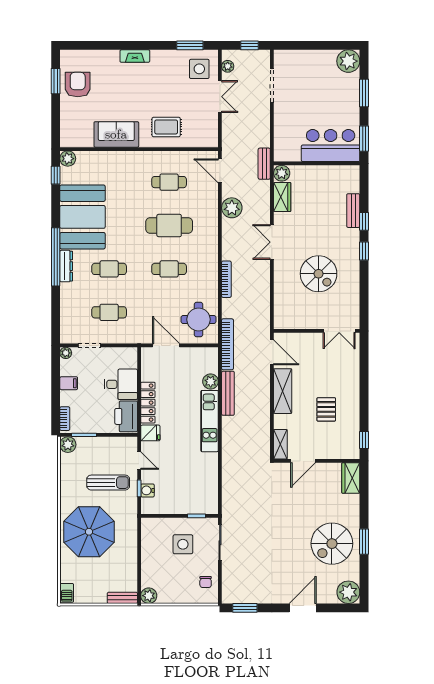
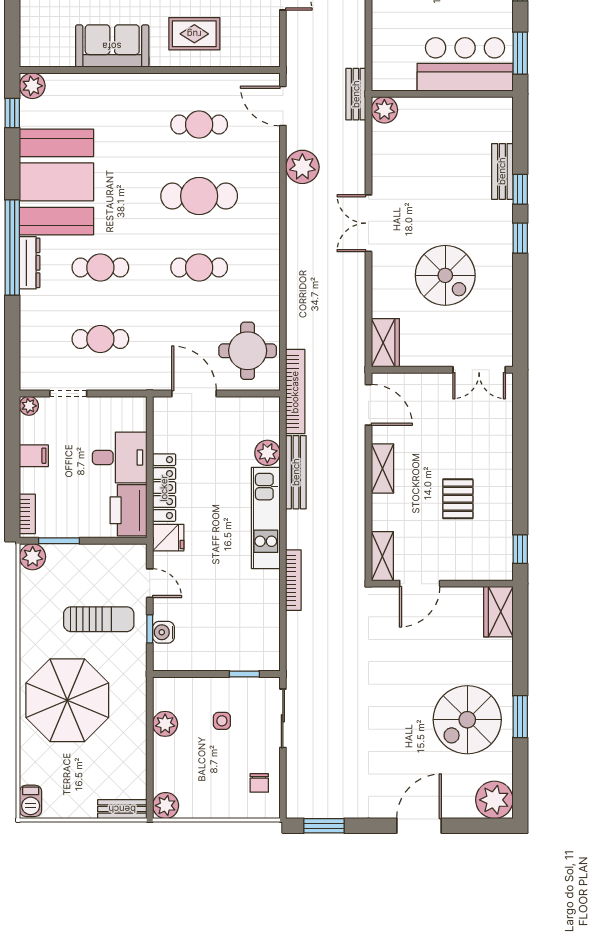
wardrobe: (282, 197) -> (385, 343), moved
bookcase: (226, 279) -> (293, 580), moved
shelving: (283, 391) -> (382, 469), width x0.67, depth x0.75
side table: (183, 544) -> (222, 721), width x0.54, depth x0.54
plant: (148, 546) -> (165, 724), added

